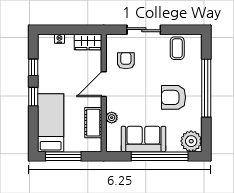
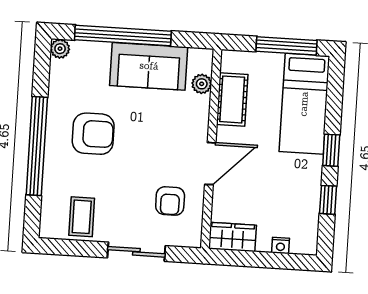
plant: (112, 118) -> (202, 84), moved
plant: (191, 141) -> (60, 49), width x0.53, depth x0.53

